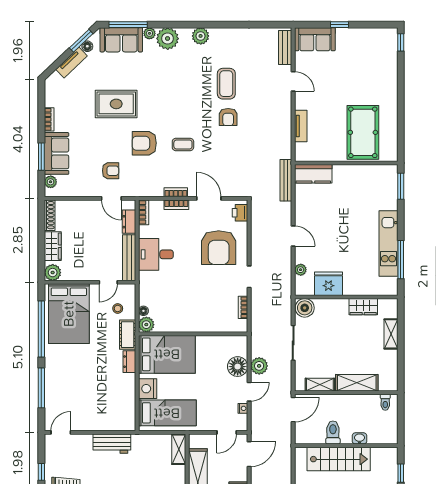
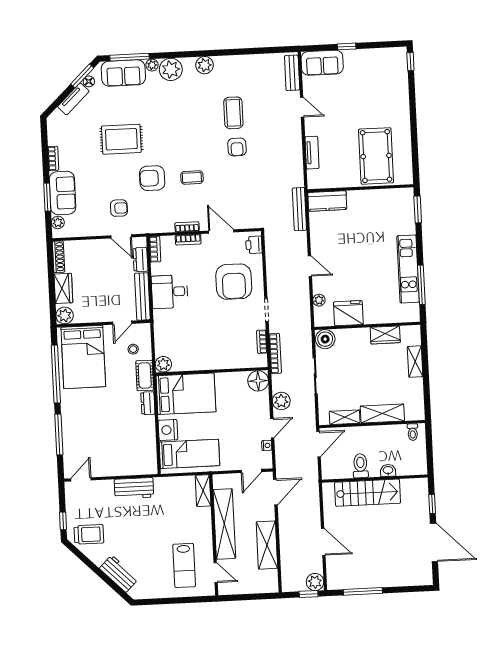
floor lamp: (143, 311) -> (160, 350), removed
bookcase: (256, 319) -> (275, 354), added
floor lamp: (238, 367) -> (258, 381), moved

